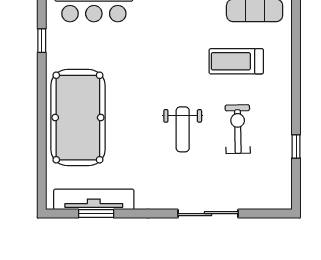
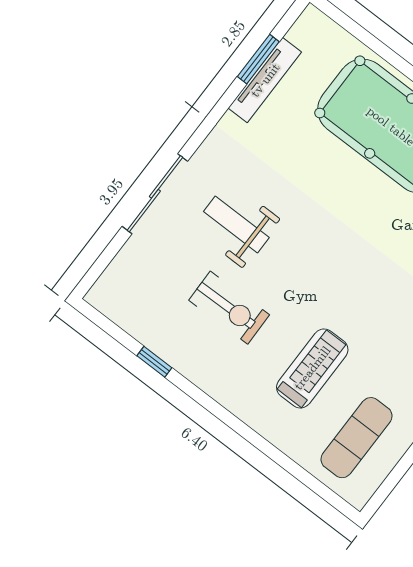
weight bench: (183, 129) -> (236, 224), moved
tv unit: (94, 199) -> (265, 80), width x0.73, depth x0.78

